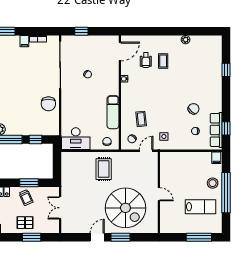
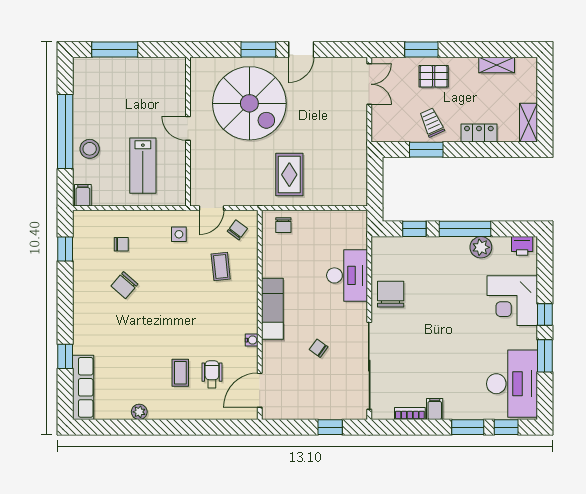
exam couch: (113, 112) -> (272, 309), moved
row of seats: (216, 130) -> (83, 387), moved
desk: (76, 139) -> (347, 275), moved, turned 90
lab bench: (200, 207) -> (143, 166), moved, turned -90
double door: (60, 208) -> (369, 84), moved
spiral stairs: (125, 208) -> (249, 103), turned 180

